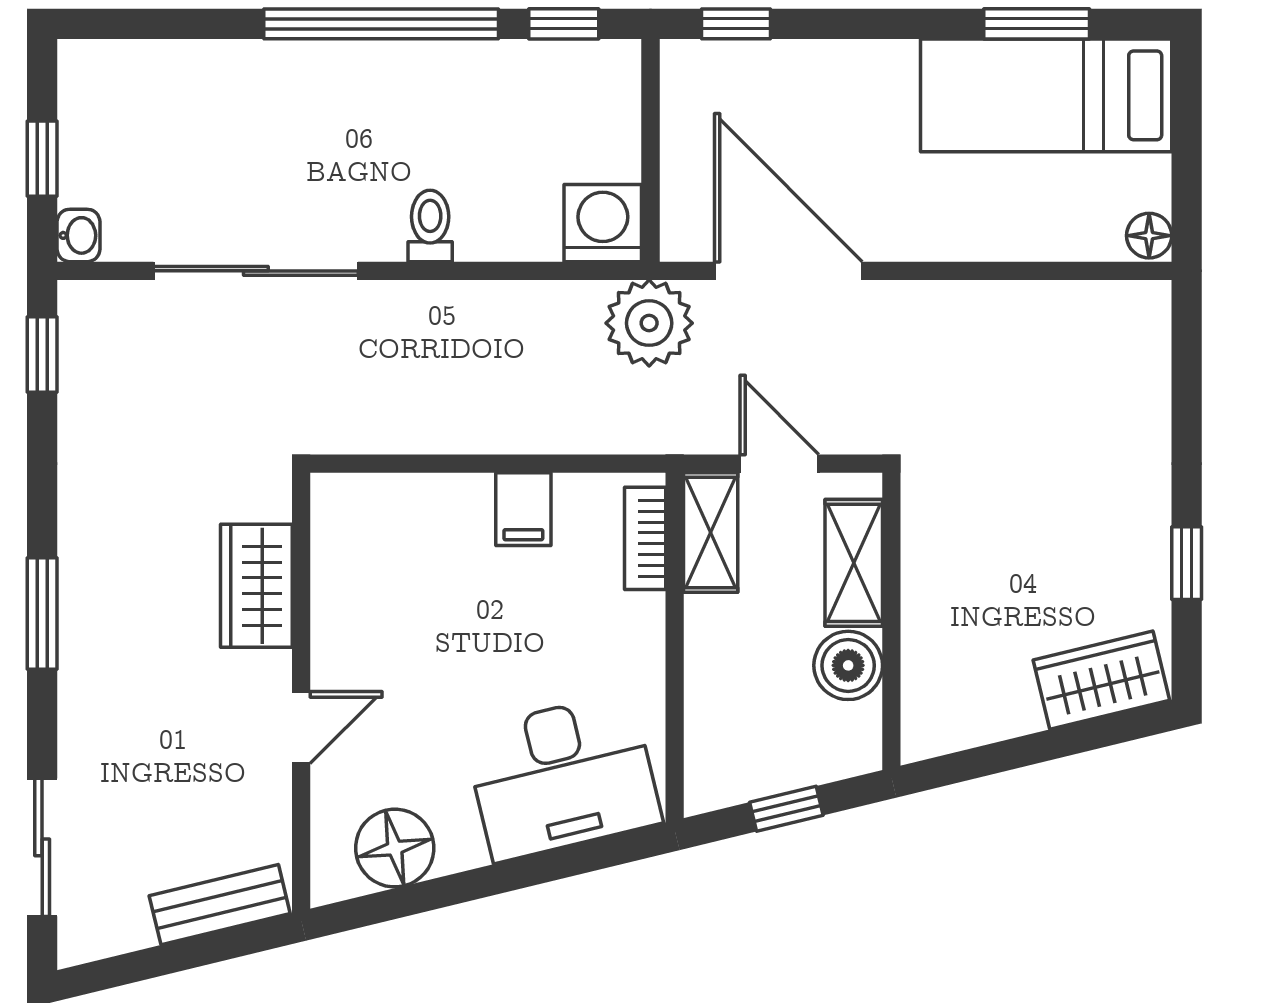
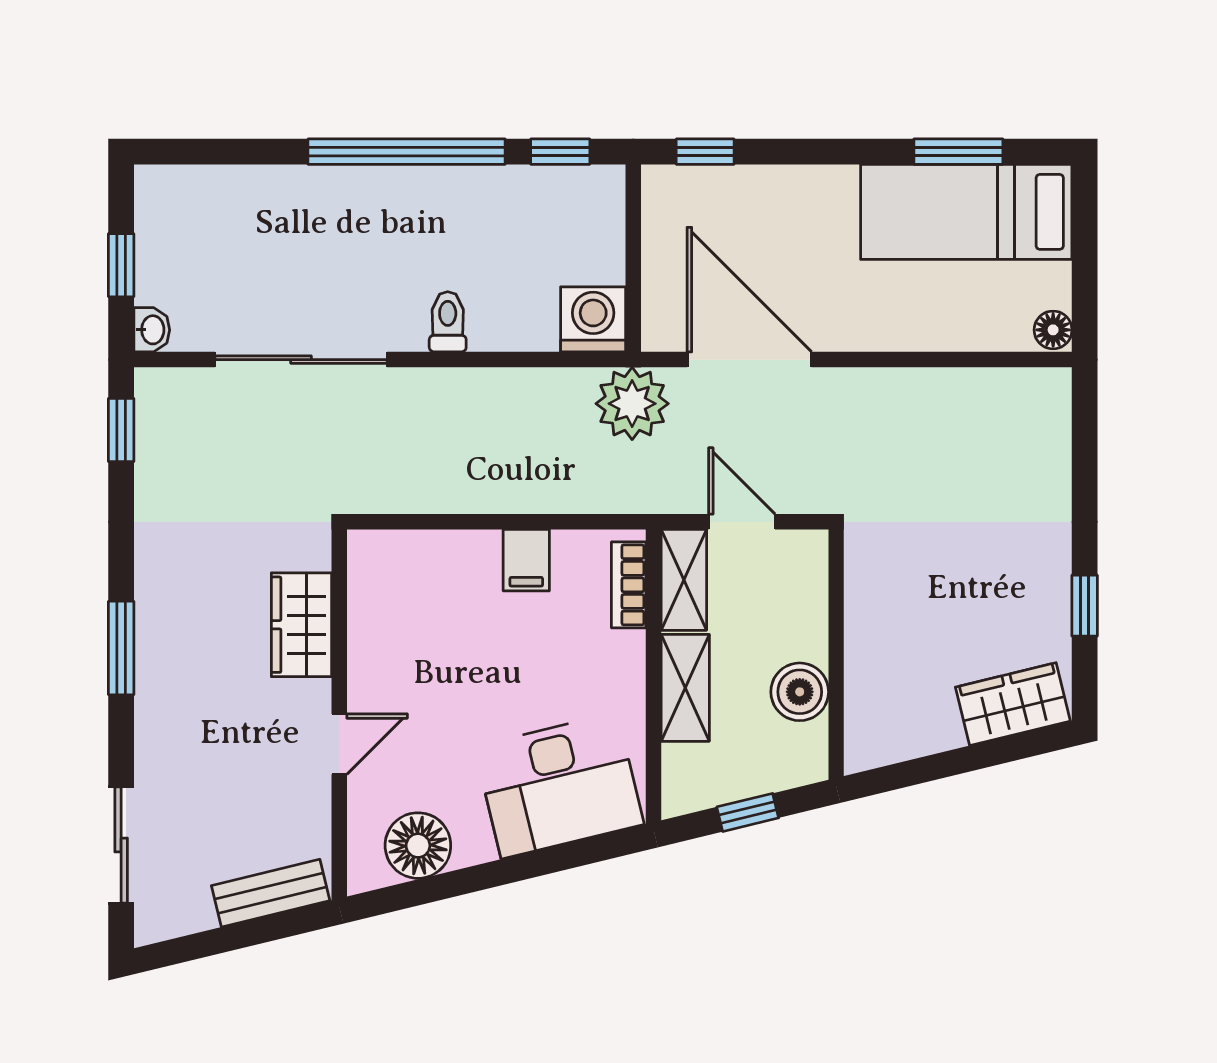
shelving: (854, 563) -> (685, 688), moved

